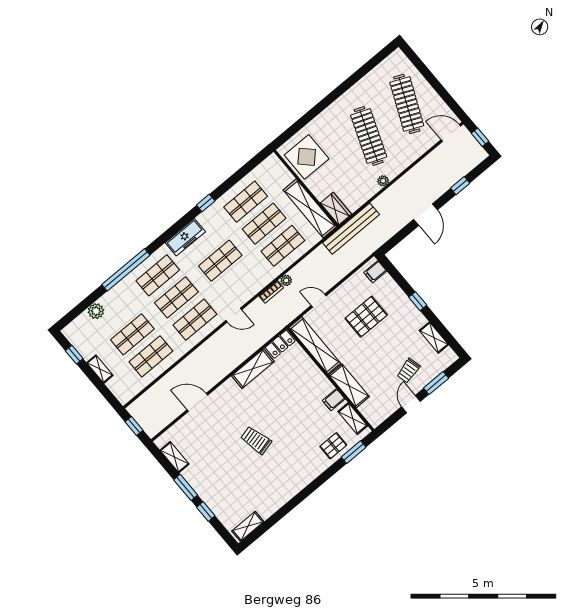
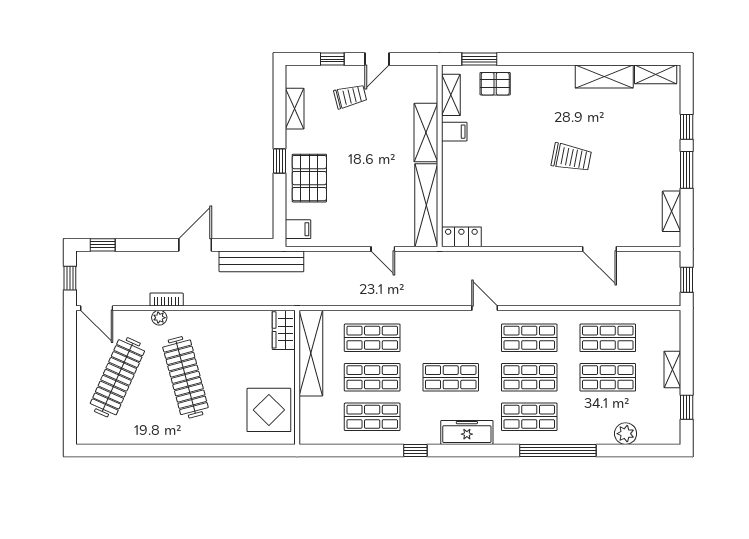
clothes rail: (369, 136) -> (186, 377), turned -36
plant: (383, 181) -> (159, 318), moved
window: (460, 186) -> (103, 245), moved
bench: (351, 229) -> (261, 261), moved
plant: (286, 280) -> (399, 298), removed
bookcase: (271, 292) -> (167, 300), moved
pallet: (366, 317) -> (309, 178), moved, turned 90
shelving: (253, 369) -> (604, 76), moved
window: (436, 383) -> (332, 59), width x0.67
trolley: (256, 440) -> (571, 157), turned -65

